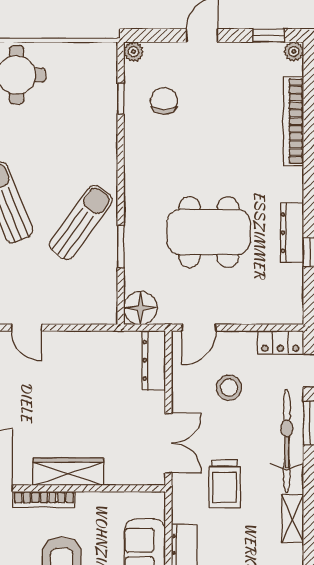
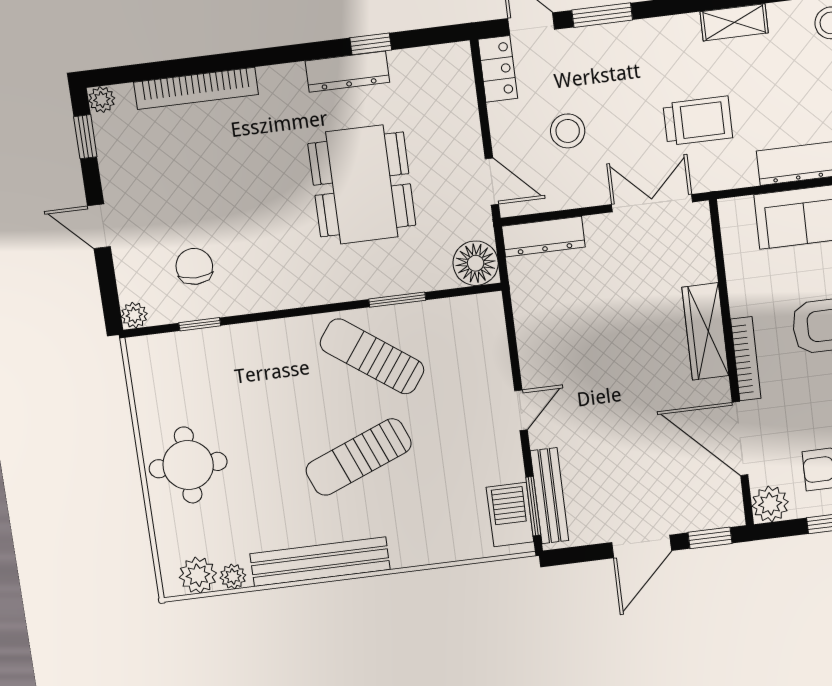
chair: (164, 101) -> (194, 266), turned 90
bicycle: (287, 441) -> (630, 44), removed

